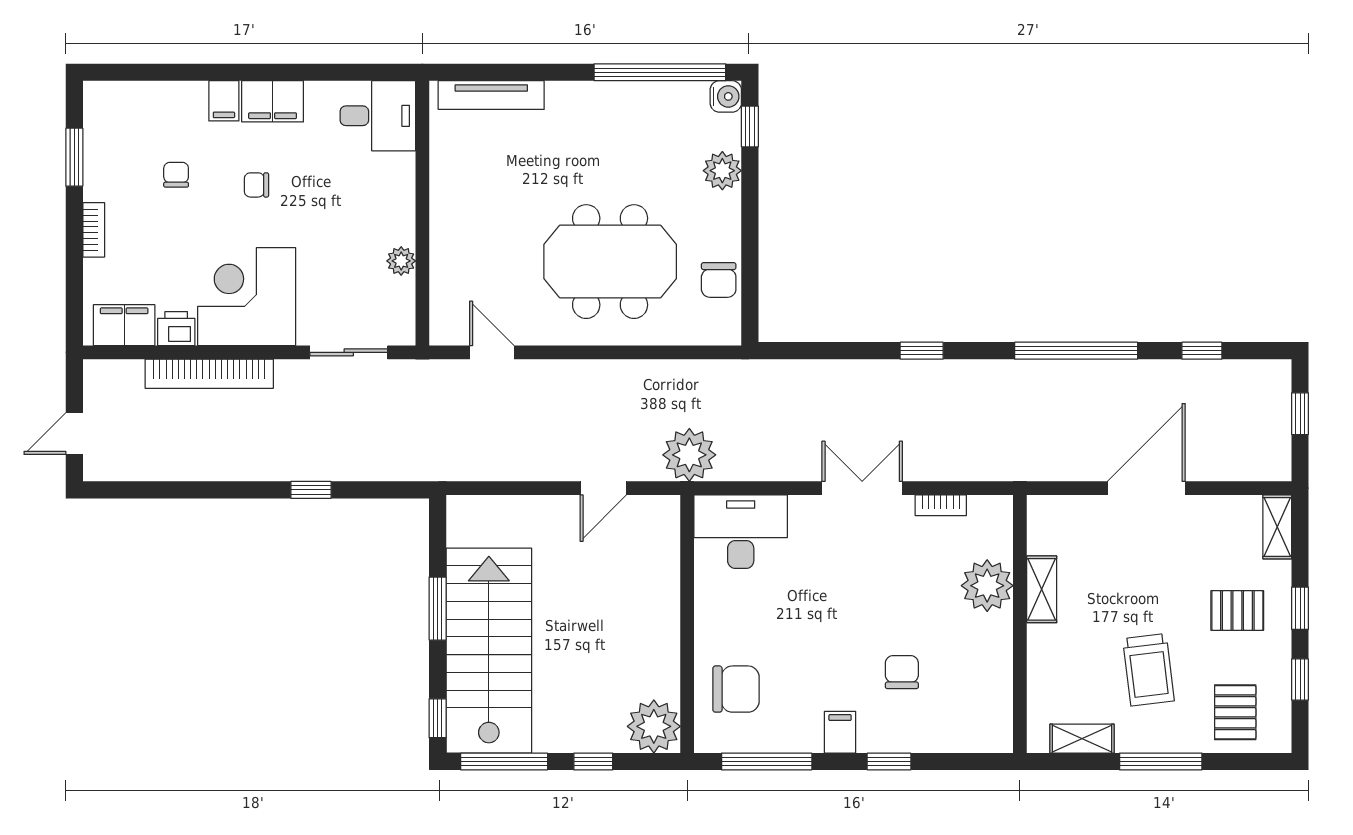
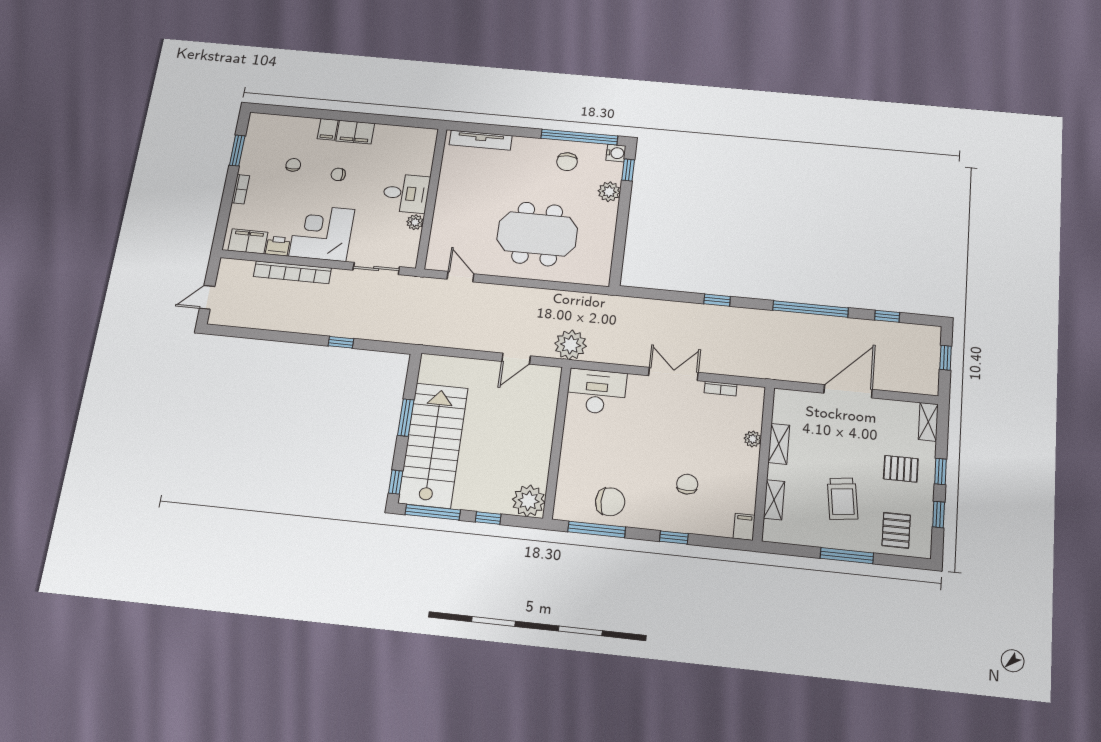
desk: (378, 116) -> (406, 193), moved
chair: (719, 280) -> (567, 162), moved
plant: (987, 586) -> (753, 439), width x0.53, depth x0.53
chair: (736, 689) -> (610, 502), moved
filing cabinet: (840, 732) -> (744, 527), moved
shelving: (1082, 739) -> (774, 500), moved, turned 90

